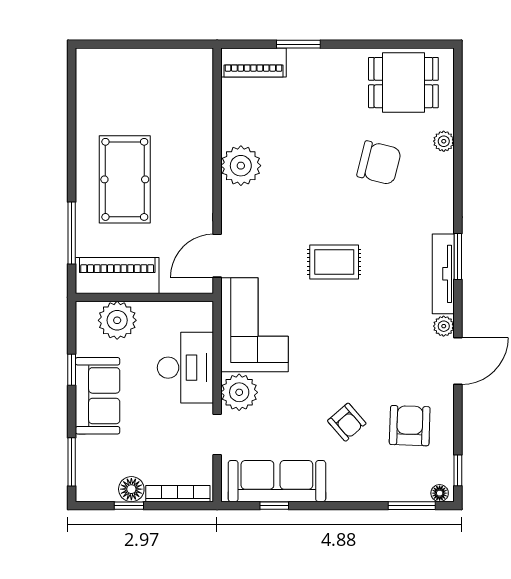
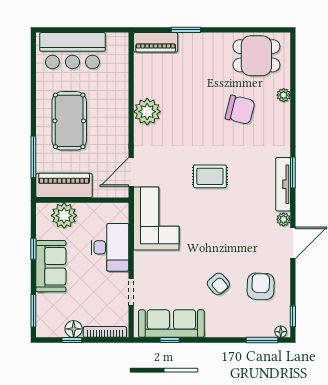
bar counter: (130, 75) -> (72, 51), added
plant: (239, 392) -> (146, 264), removed

